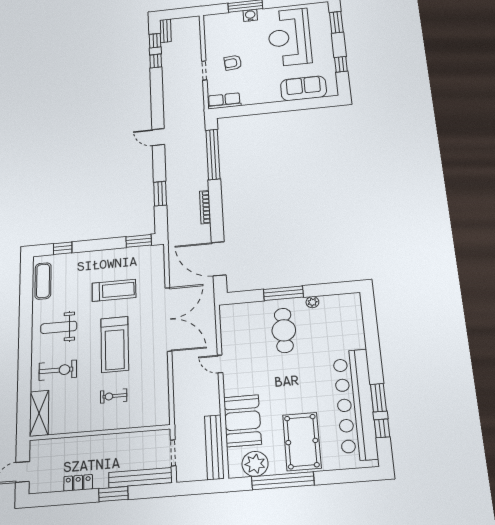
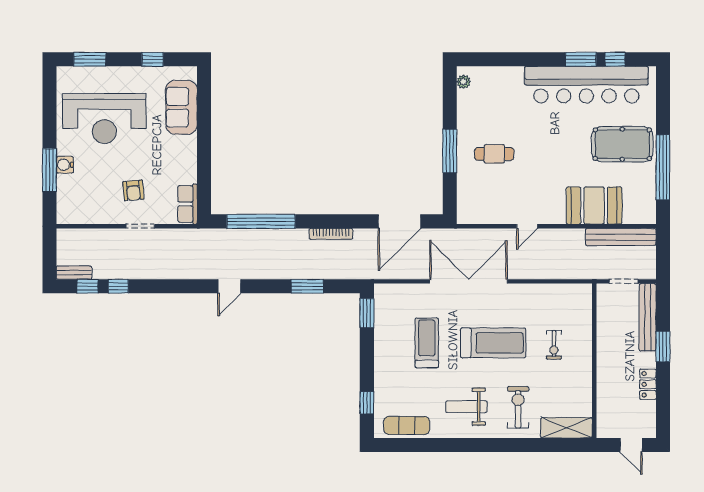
plant: (312, 302) -> (464, 82), moved
weight bench: (59, 327) -> (466, 407), turned 90
cafe table: (284, 330) -> (494, 154), width x0.73, depth x0.74
plant: (255, 464) -> (642, 195), removed

